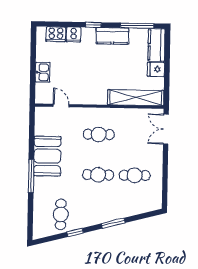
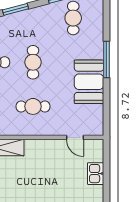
cafe table: (98, 175) -> (33, 62), turned 90

